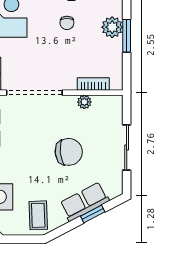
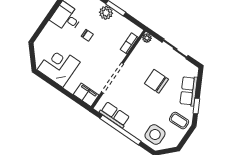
plant: (84, 102) -> (147, 38), moved
chair: (69, 152) -> (156, 81), turned -84
window: (93, 214) -> (196, 106), moved

